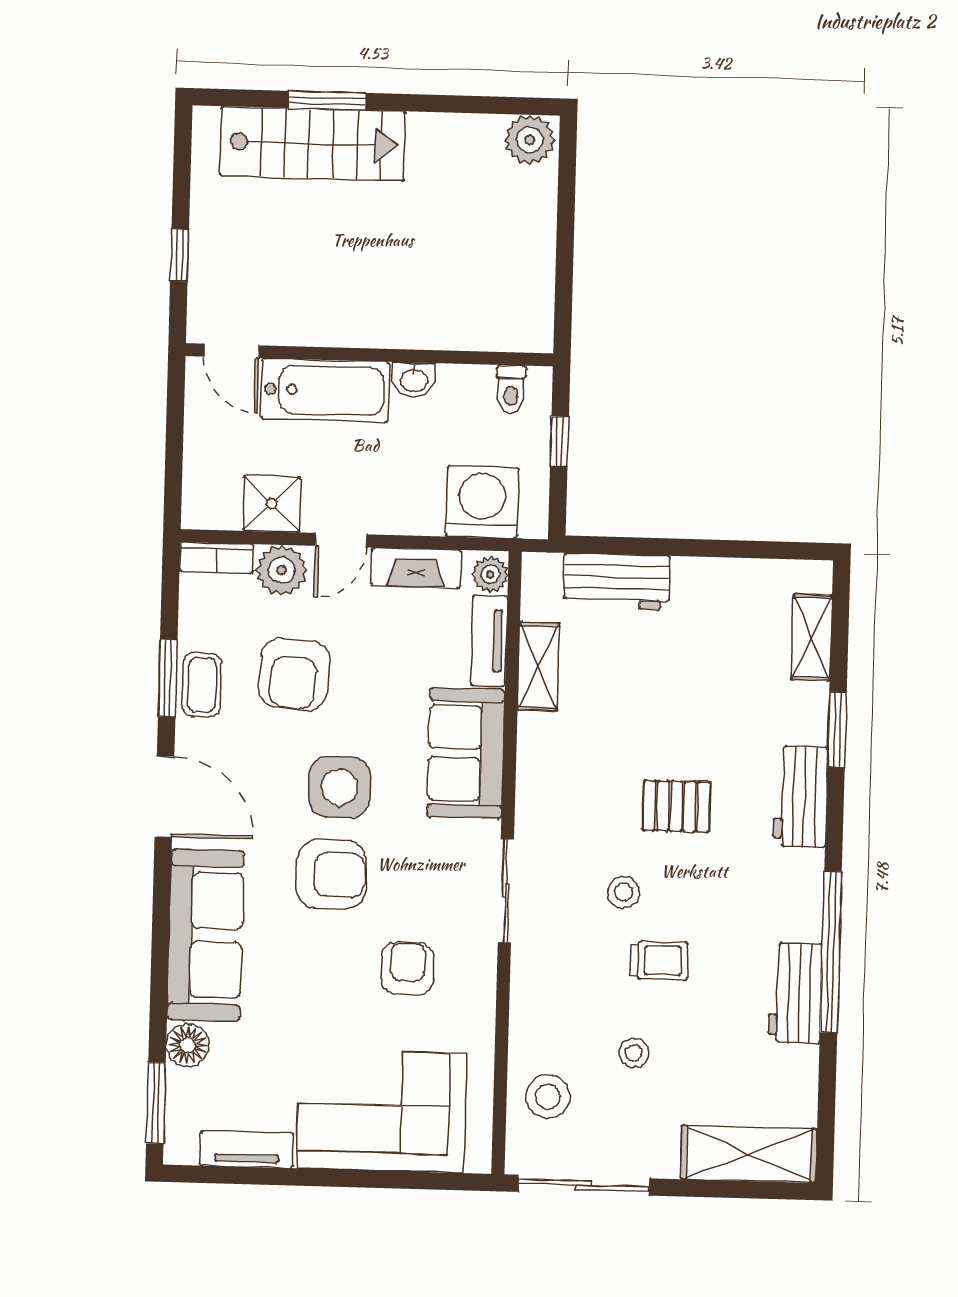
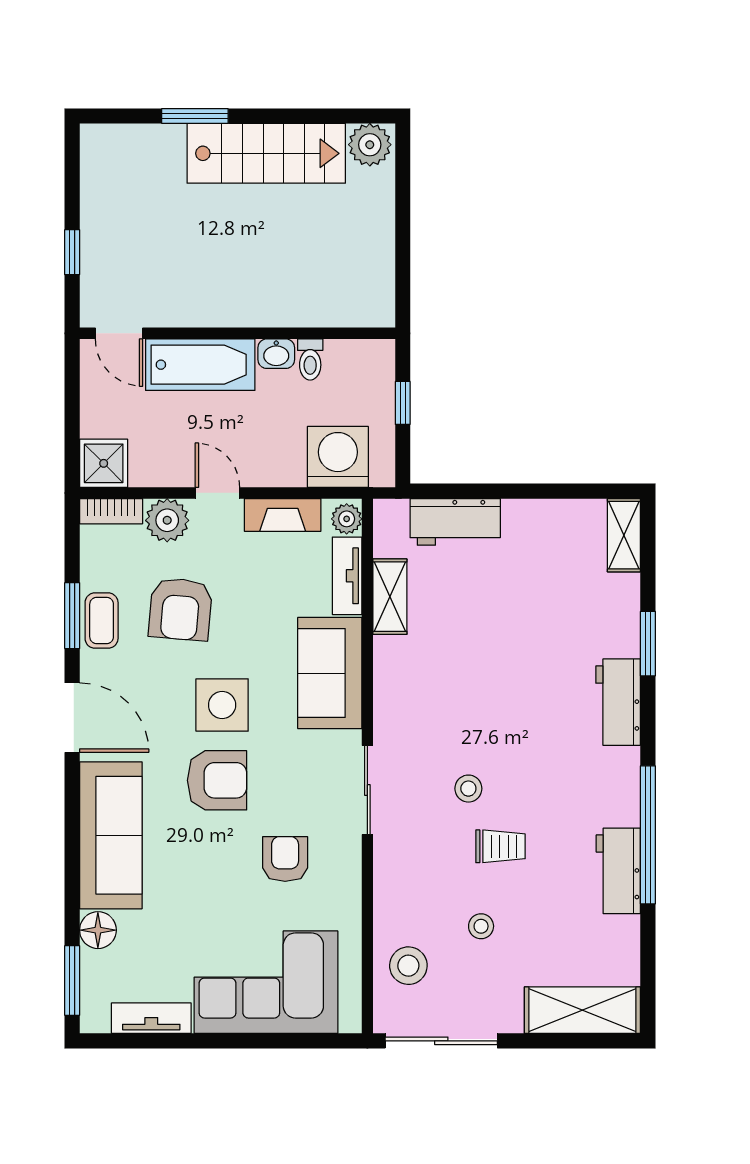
stairs: (313, 144) -> (266, 153), moved
toilet: (511, 389) -> (310, 359), moved
shower: (272, 504) -> (104, 463), moved
door: (341, 540) -> (217, 493), swing flipped
shelving: (812, 637) -> (624, 535), moved
pallet: (676, 806) -> (512, 713), removed

